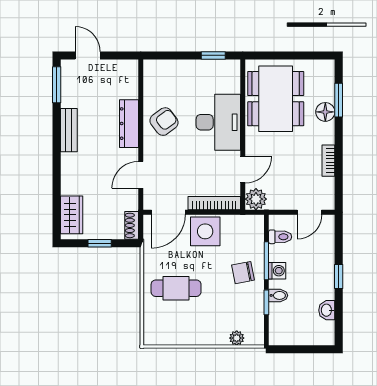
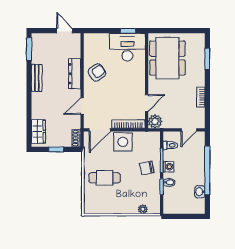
door: (88, 55) -> (65, 31), moved
floor lamp: (325, 112) -> (199, 66), removed
desk: (218, 122) -> (127, 47), moved, turned -90
window: (339, 277) -> (207, 170), width x3.17

